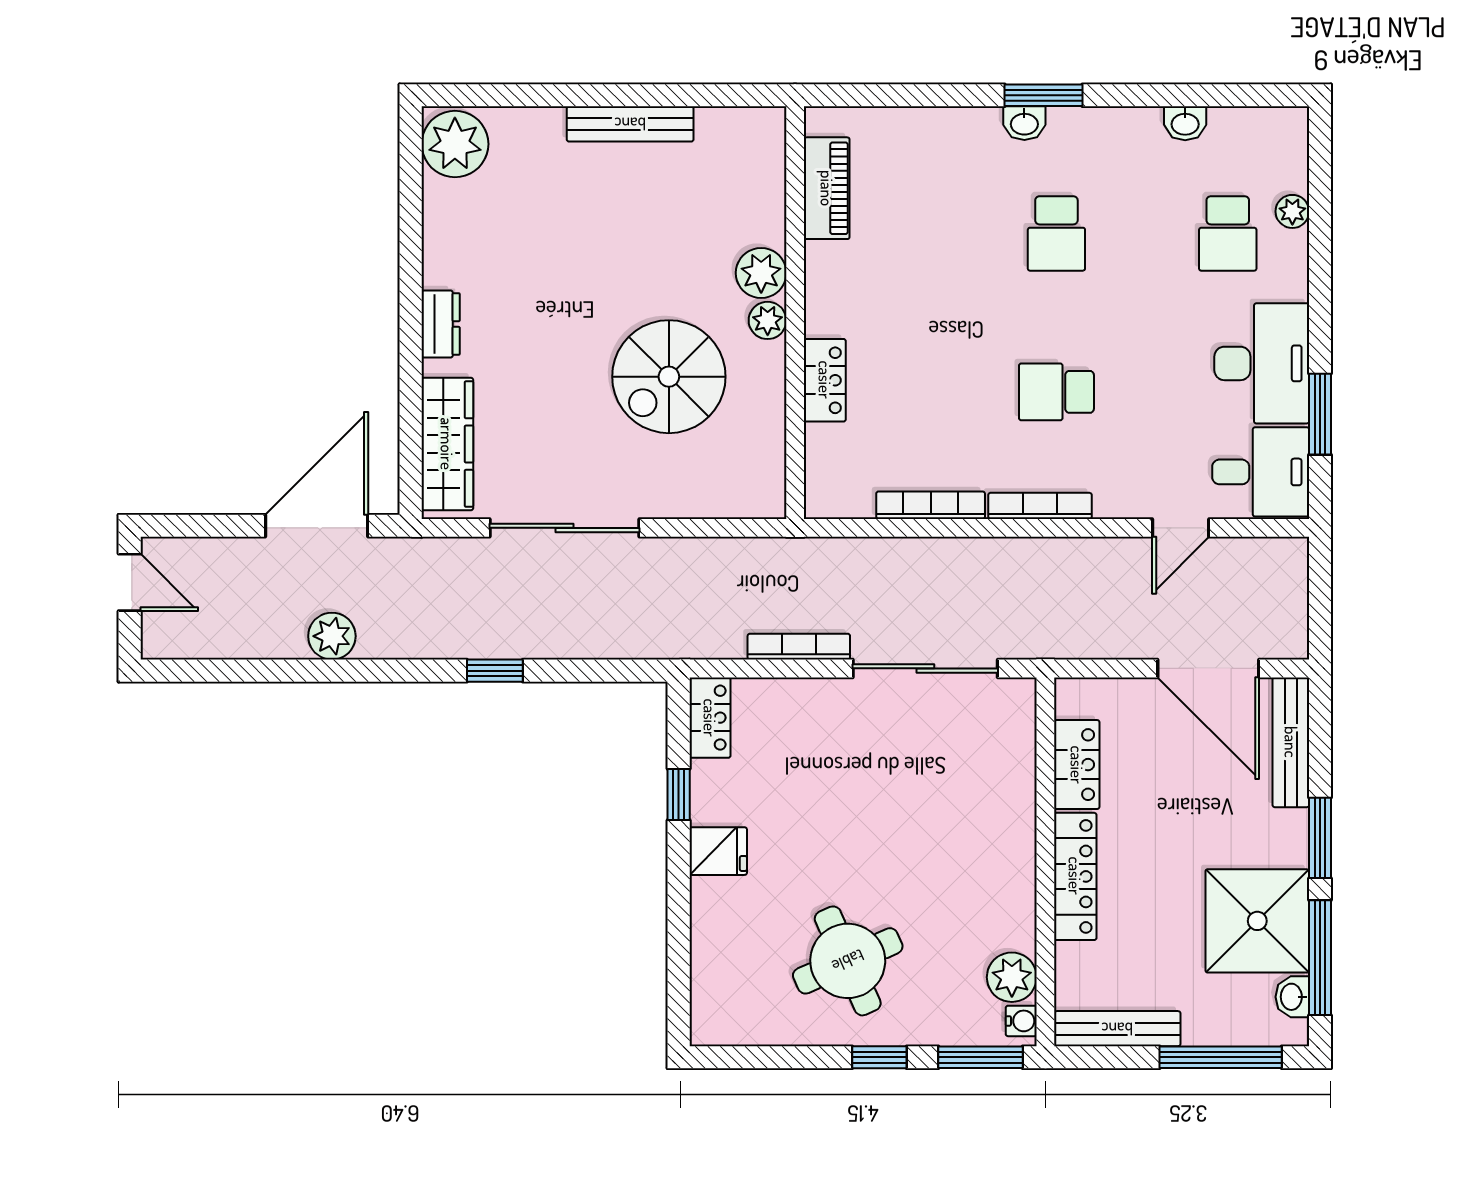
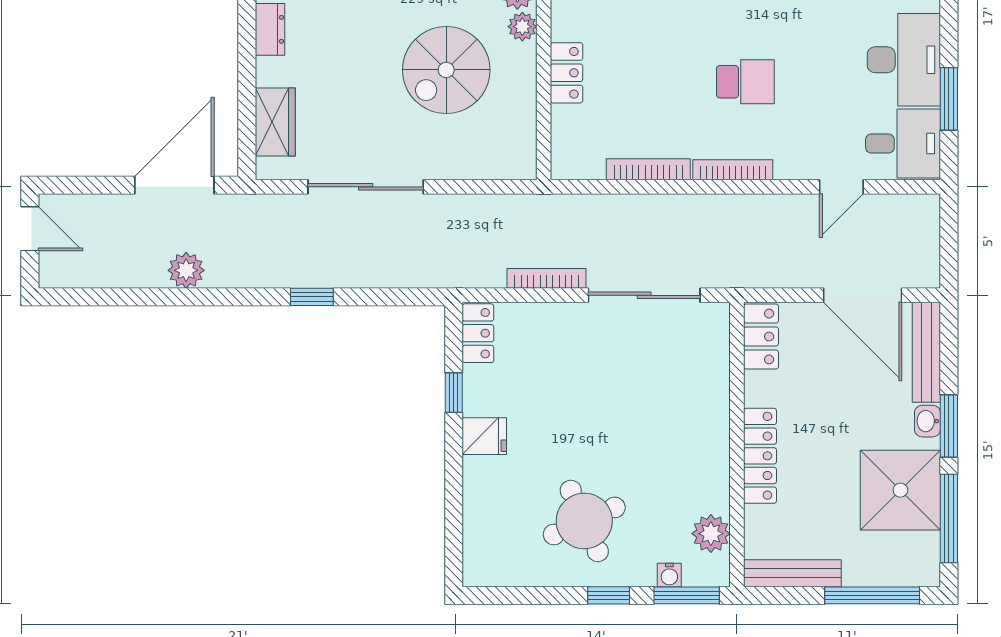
school desk: (1056, 392) -> (745, 82), turned 180
wardrobe: (447, 444) -> (275, 122), width x0.67
locker: (1077, 765) -> (761, 336), moved
washbasin: (1292, 997) -> (927, 421), moved
water cooler: (1021, 1021) -> (669, 575), moved, turned 90

